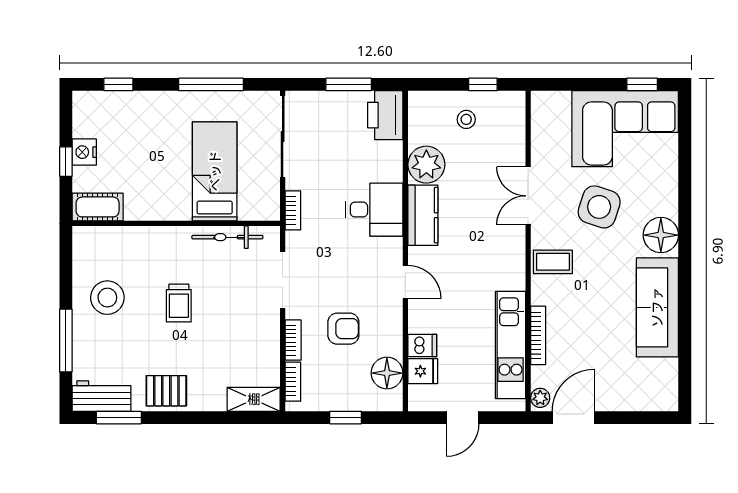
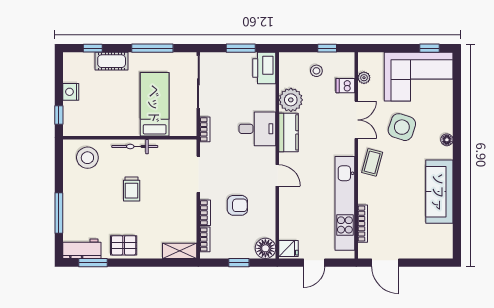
window: (66, 162) -> (59, 115), moved
double door: (528, 196) -> (356, 120), swing flipped
cot: (98, 207) -> (112, 61), moved
floor lamp: (661, 235) -> (447, 140), width x0.53, depth x0.53
bicycle: (227, 237) -> (135, 147), moved
coffee table: (553, 262) -> (372, 162), turned -75
stool: (107, 298) -> (87, 158), moved
bookcase: (538, 335) -> (363, 224), moved
kitchen unit: (511, 345) -> (345, 203), width x1.36
dishwasher: (422, 346) -> (345, 86), moved, turned 180
fridge: (423, 371) -> (288, 248), moved
floor lamp: (387, 373) -> (265, 248), moved
plant: (540, 398) -> (364, 78), moved
door: (573, 418) -> (385, 263), swing flipped

